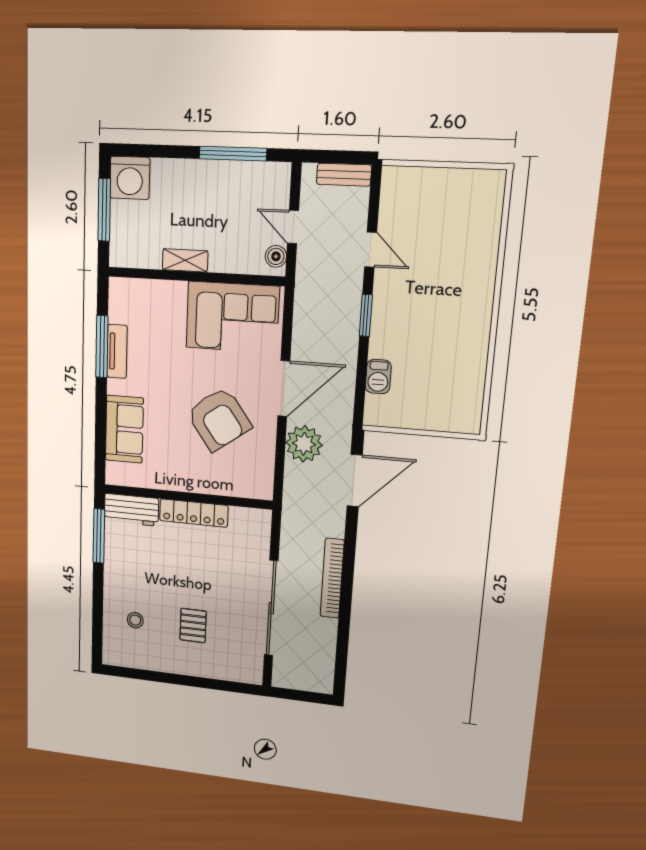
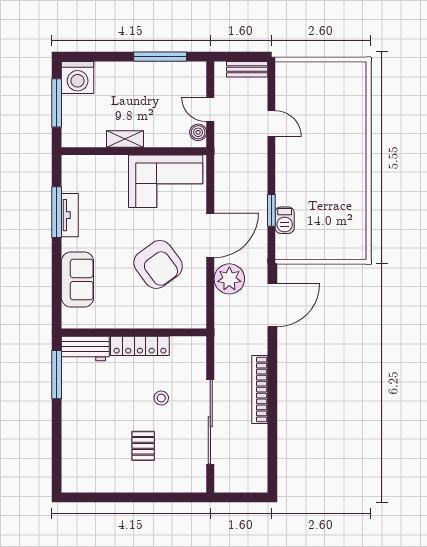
window: (366, 315) -> (271, 210), moved
stool: (135, 620) -> (161, 398), moved

